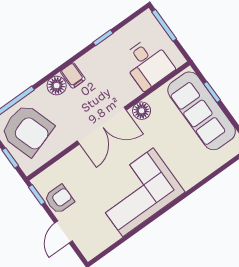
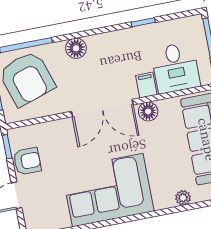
filing cabinet: (73, 75) -> (146, 85), moved, turned 180
plant: (204, 170) -> (183, 198), added

